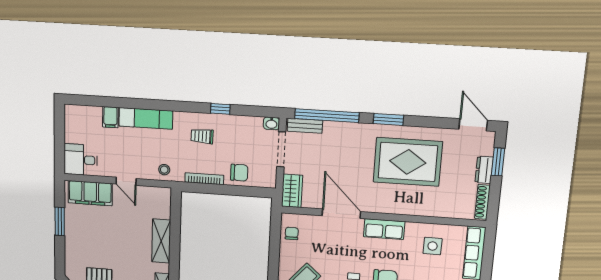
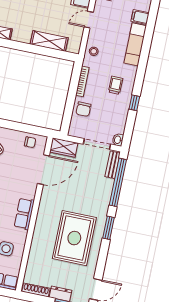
door: (341, 214) -> (43, 170), moved
shelving: (161, 241) -> (49, 41), moved

